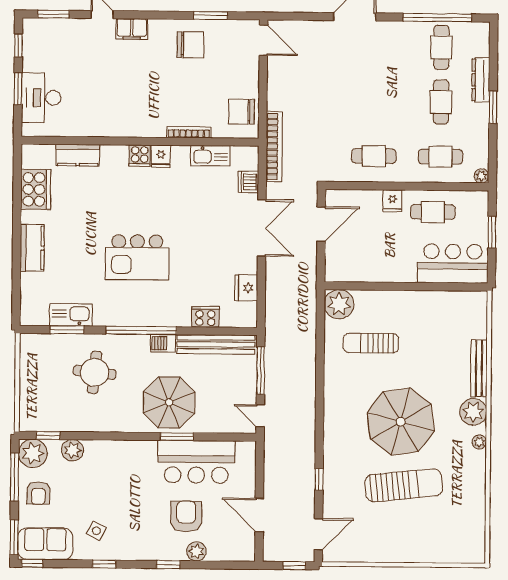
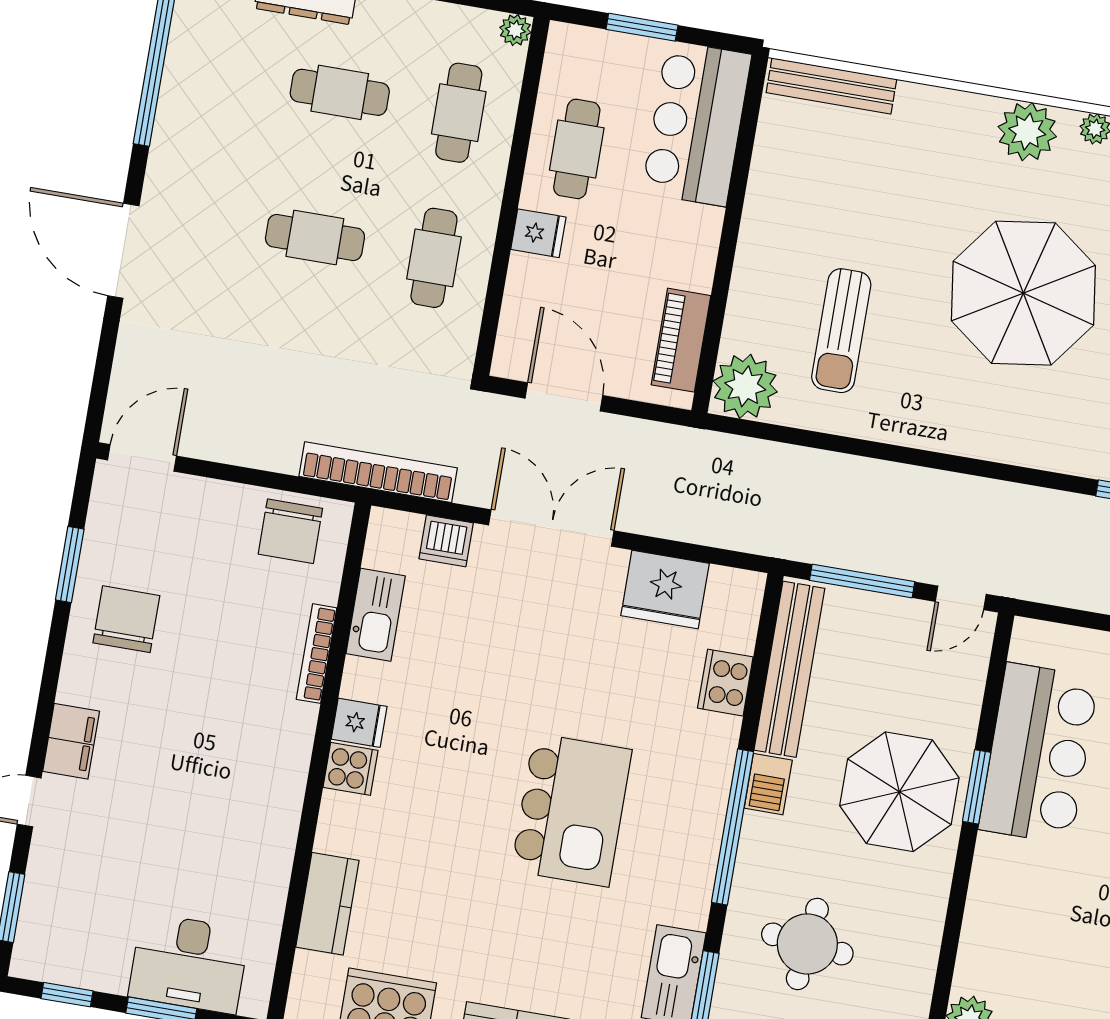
cafe table: (441, 47) -> (315, 238), moved
piano: (355, 272) -> (681, 340), added
fridge: (246, 288) -> (665, 589), width x1.36, depth x1.34
bench: (479, 368) -> (831, 86), moved

